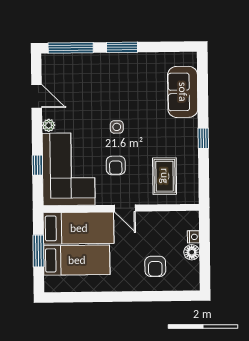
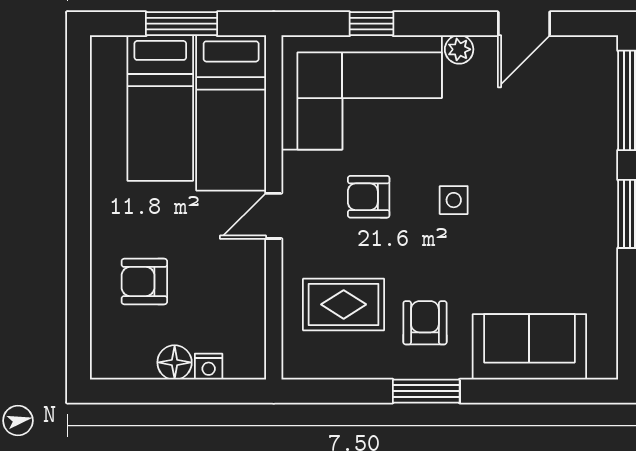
window: (203, 138) -> (426, 391), width x1.50
armchair: (172, 139) -> (425, 323), added

